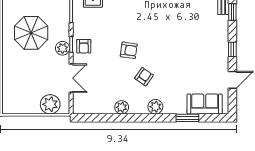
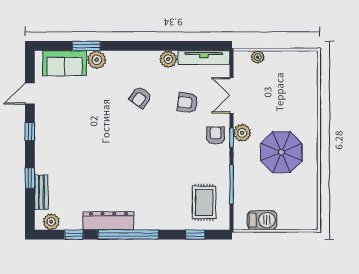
armchair: (129, 50) -> (187, 103), moved
plant: (50, 104) -> (258, 57), width x0.53, depth x0.53
plant: (155, 107) -> (97, 60), moved
tv unit: (93, 108) -> (204, 58), added

